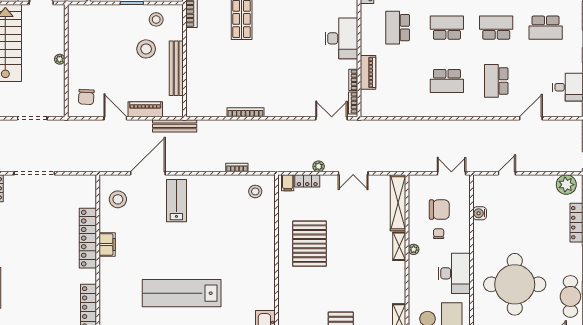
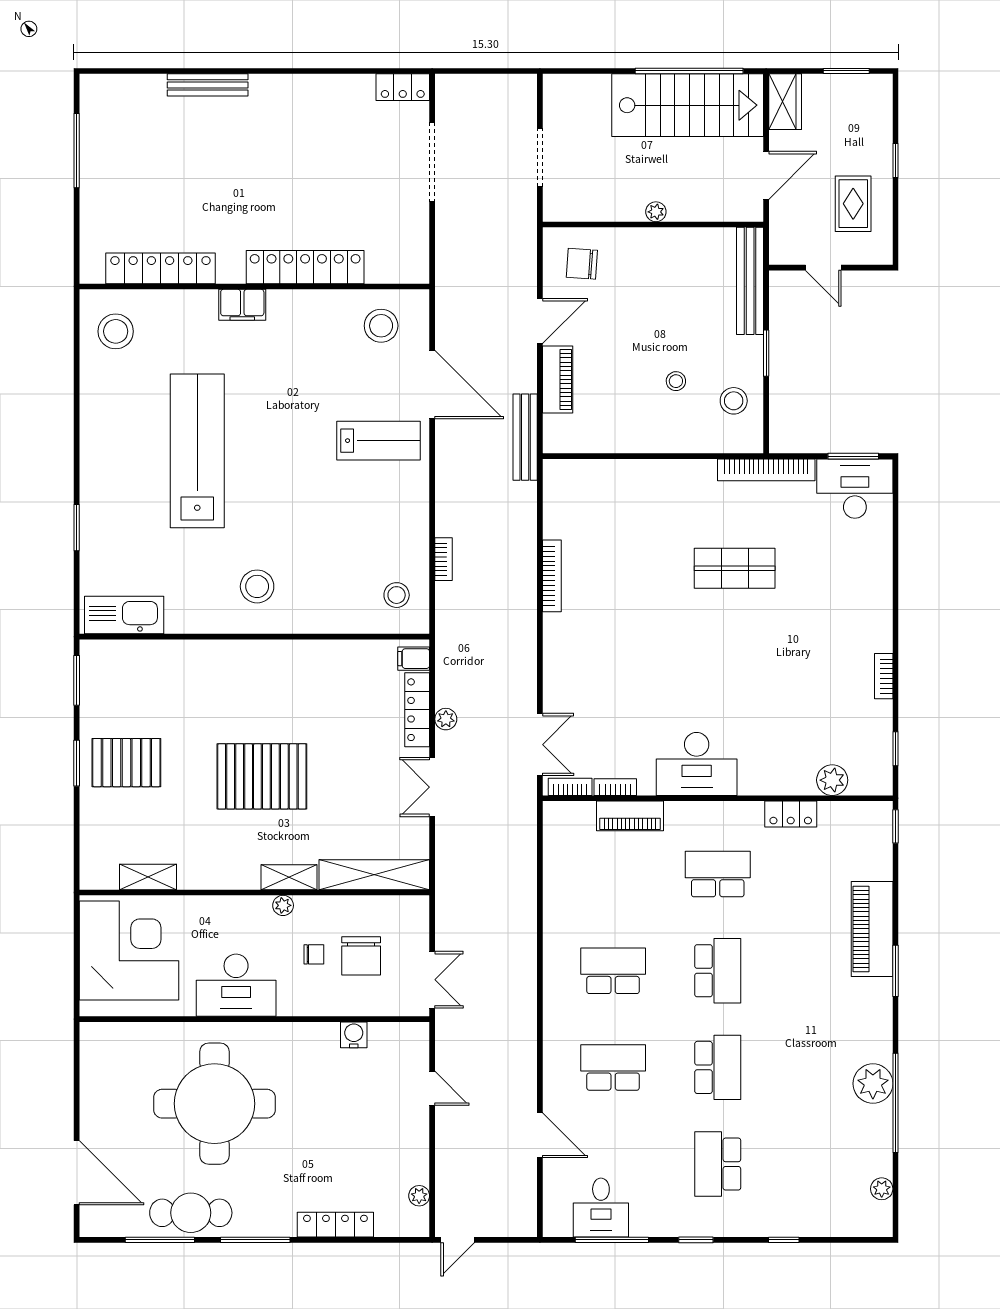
stool: (146, 49) -> (676, 381), width x0.53, depth x0.53
bench: (176, 68) -> (750, 281), moved, turned 90
school desk: (447, 81) -> (613, 971), turned 90
locker: (307, 181) -> (417, 710), width x1.53
plant: (566, 185) -> (419, 1196), width x0.53, depth x0.53
filing cabinet: (107, 244) -> (242, 305), moved
pallet: (309, 244) -> (262, 776), moved
stool: (251, 263) -> (257, 586), added

